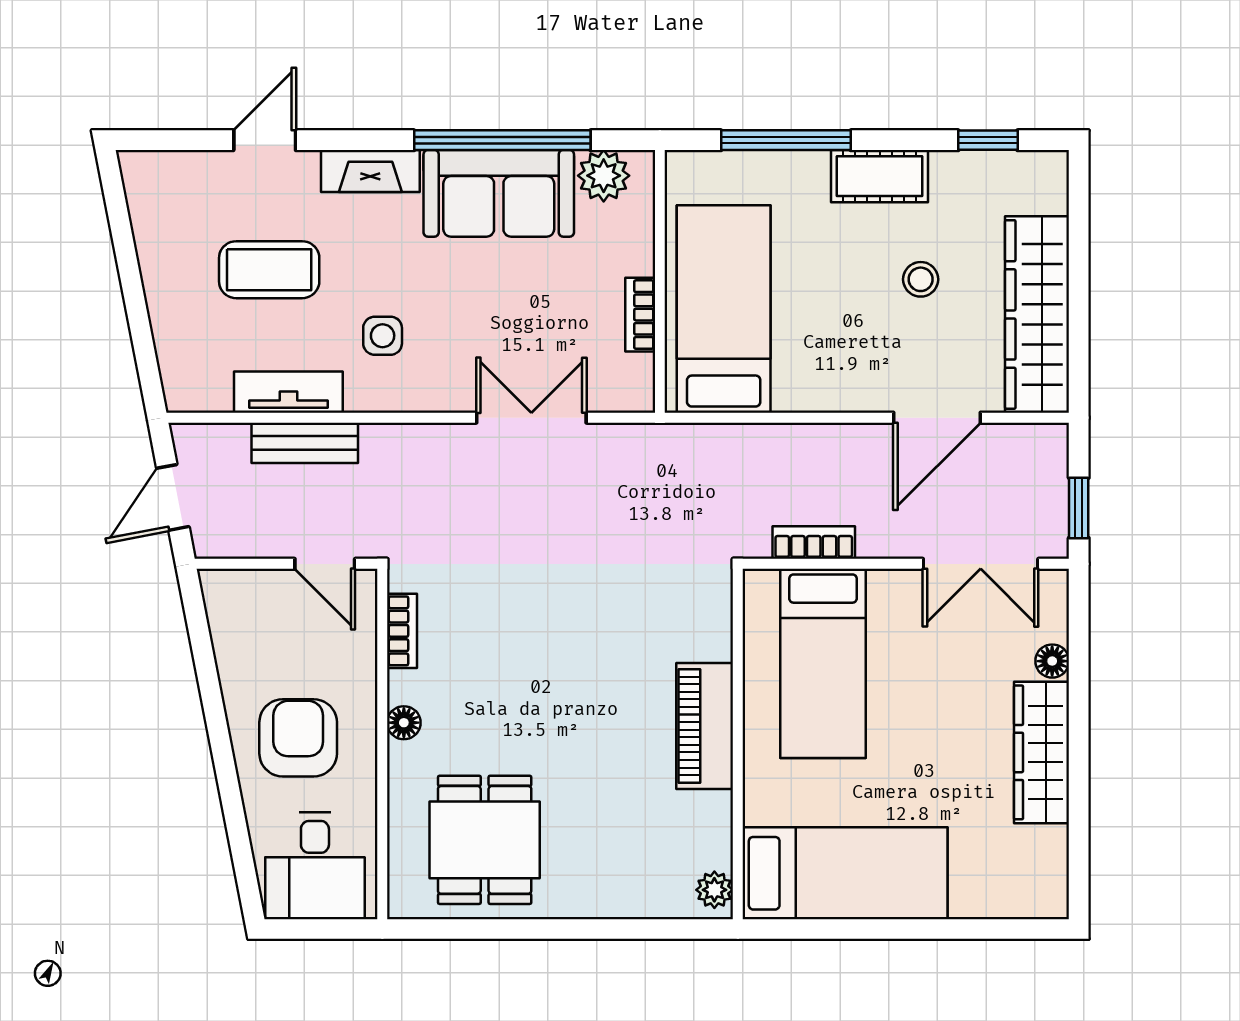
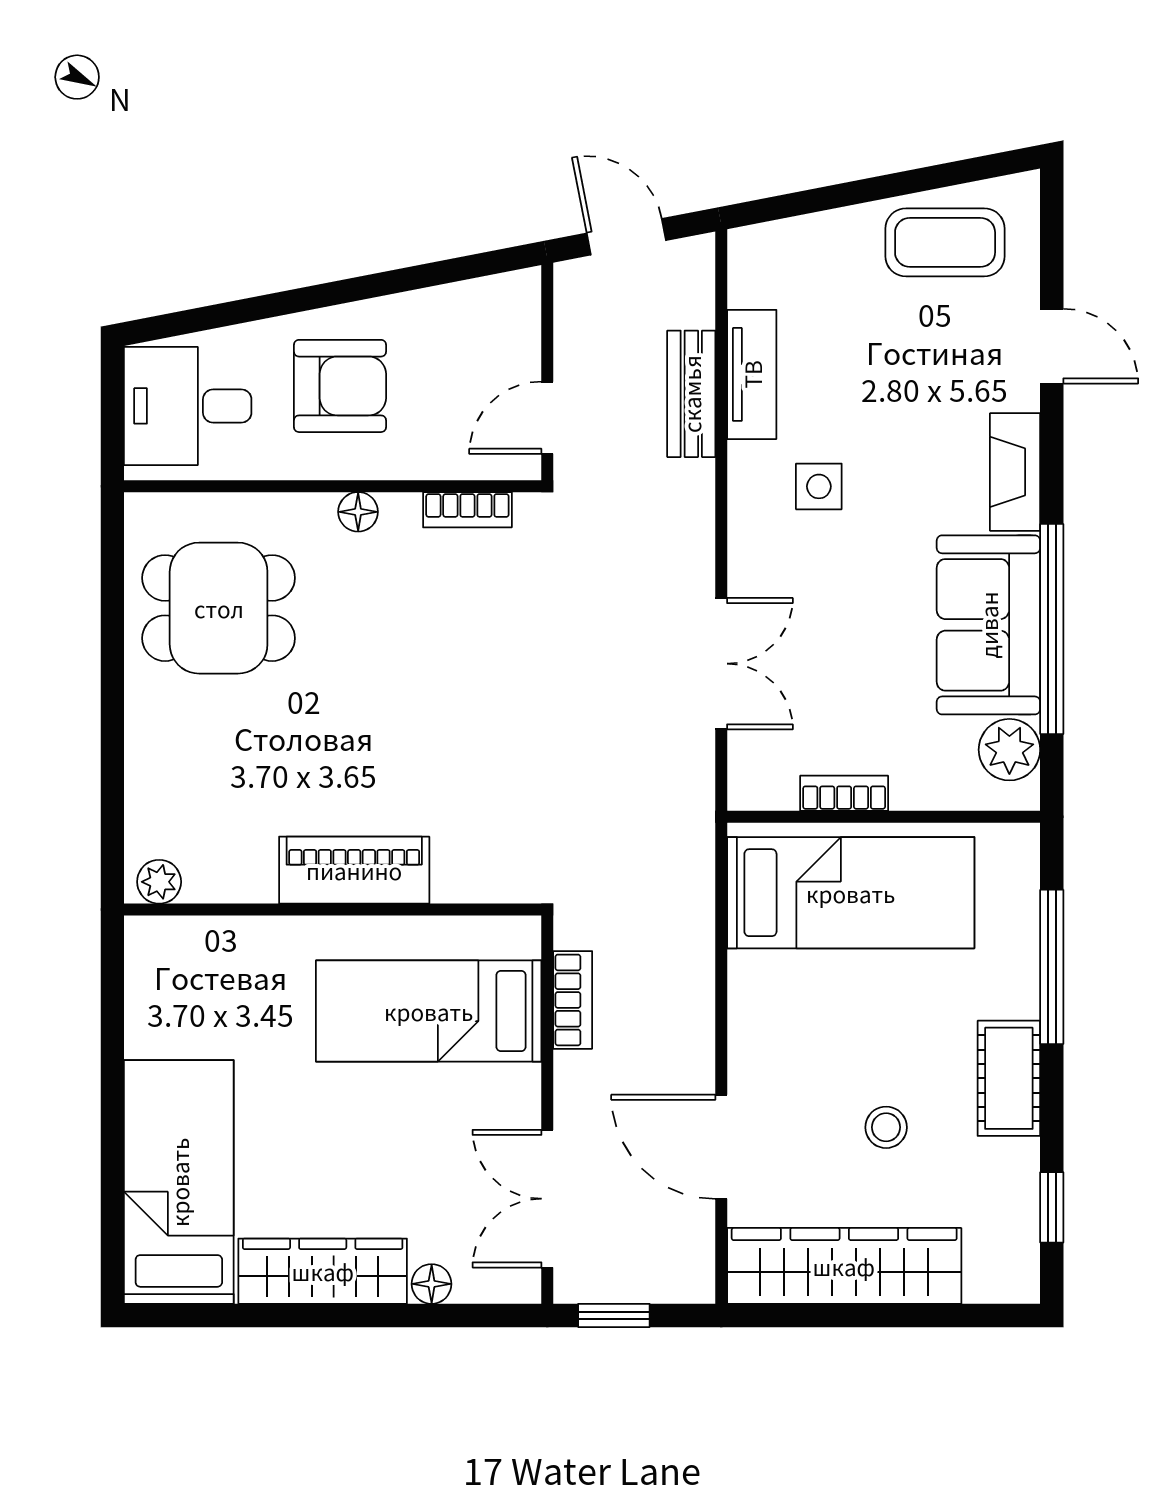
coffee table: (269, 270) -> (945, 242), moved, turned 90
bed: (845, 873) -> (179, 1182), moved, turned 180

